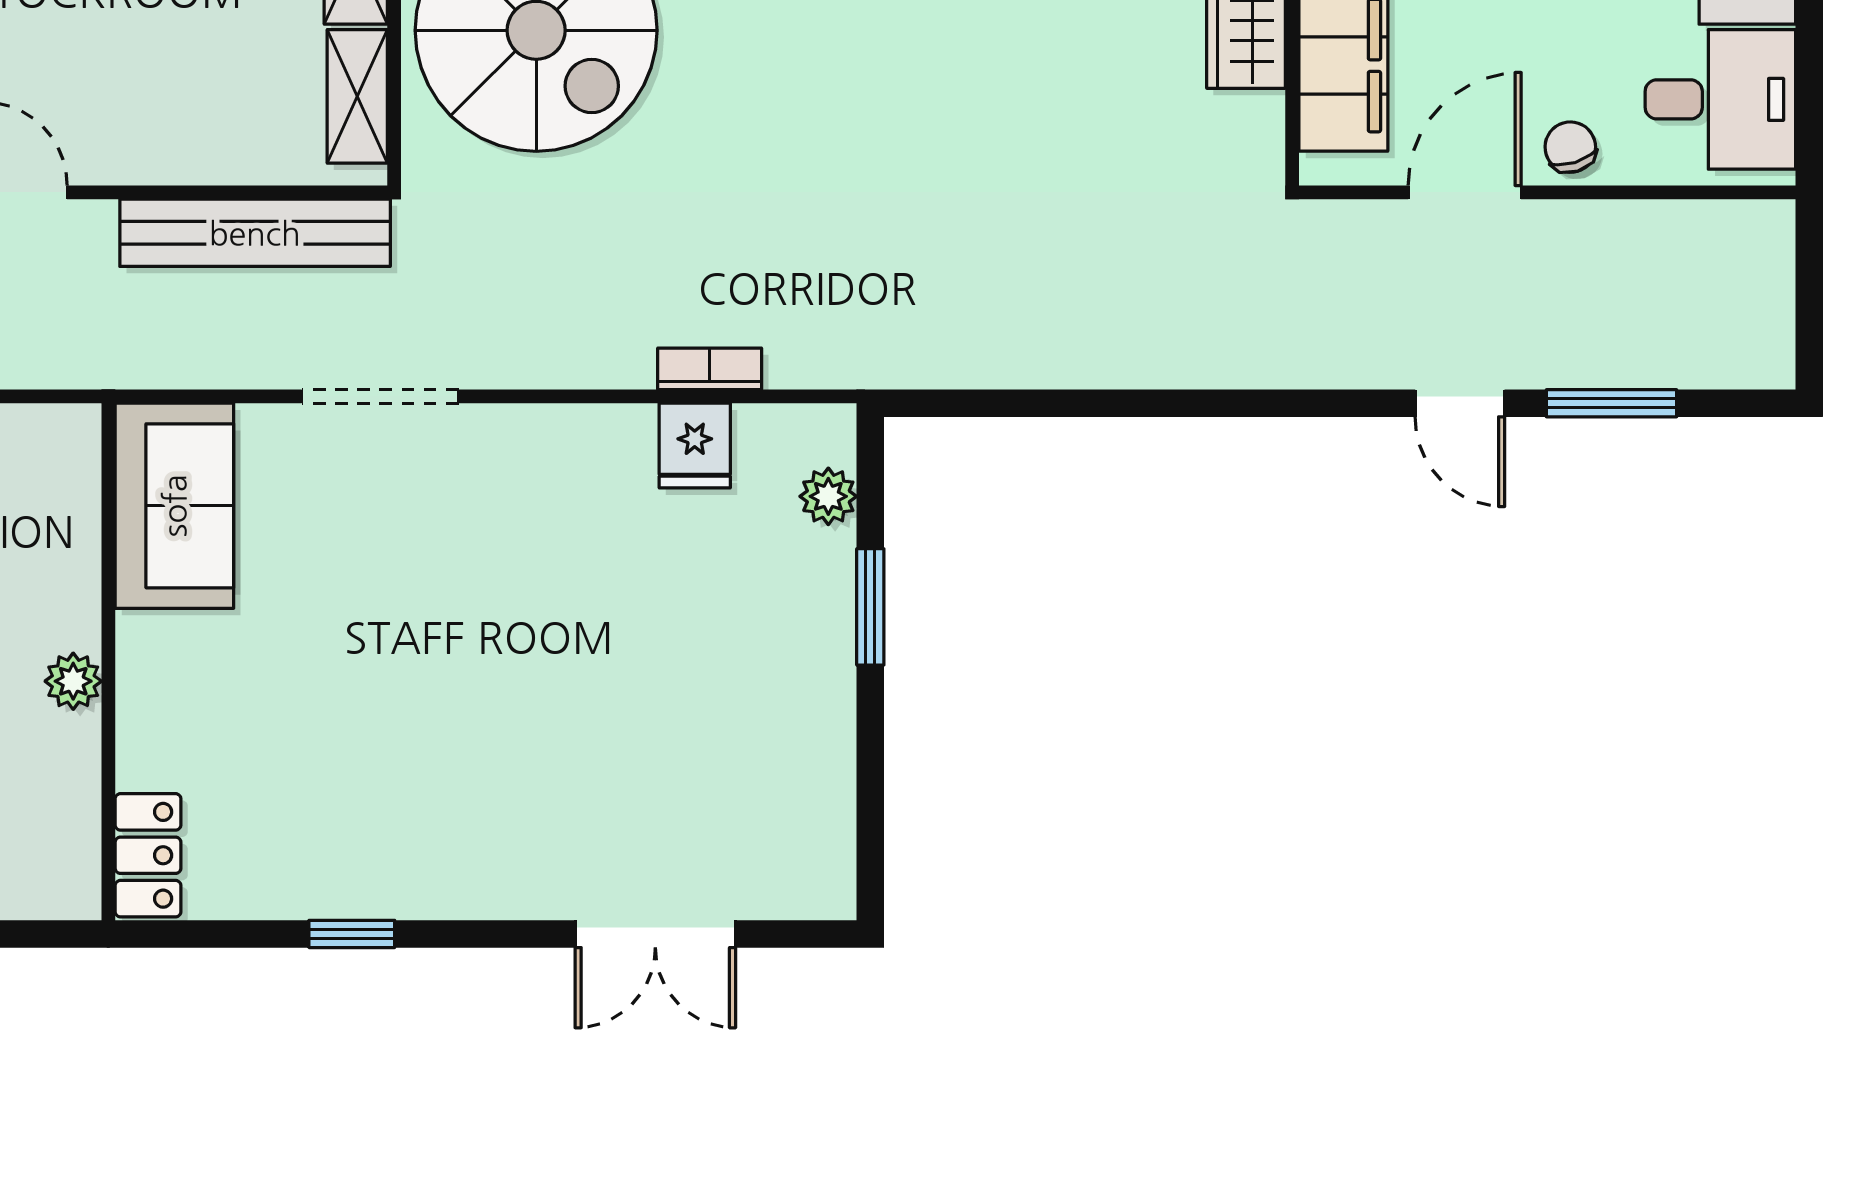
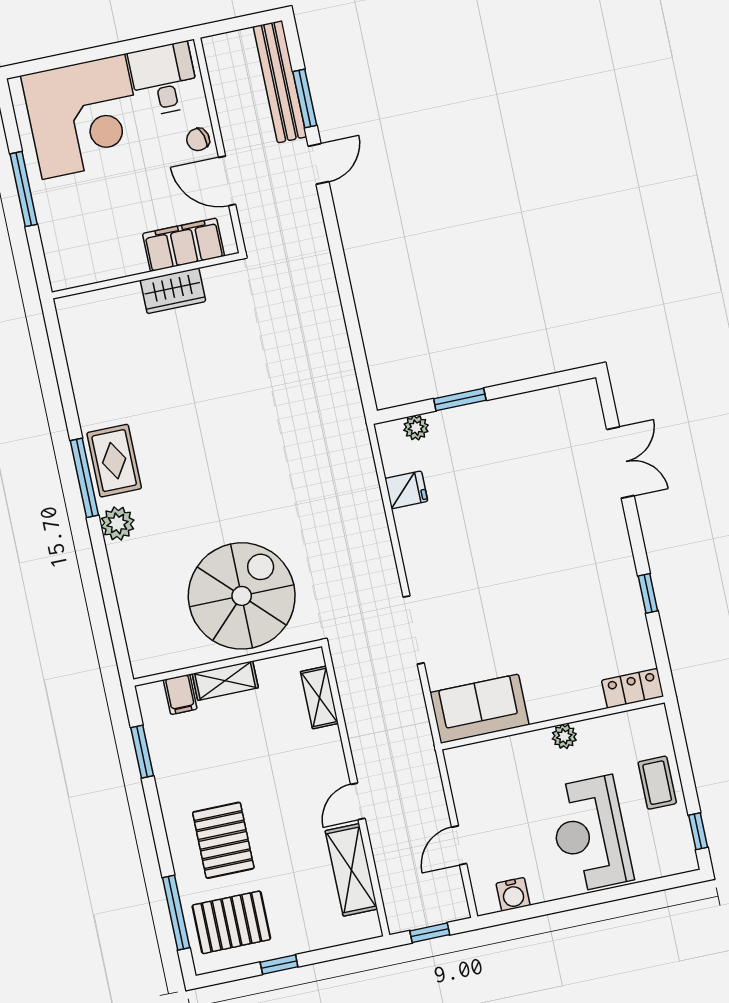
shelving: (357, 96) -> (319, 697), moved, turned 90
bench: (255, 233) -> (280, 82), moved
bookcase: (710, 369) -> (372, 490), removed

